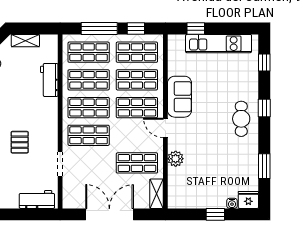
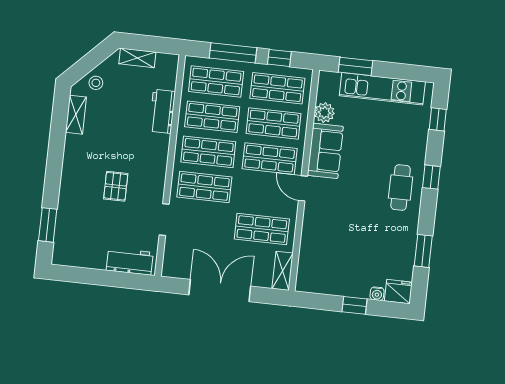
window: (196, 28) -> (355, 66), width x1.50
plant: (176, 159) -> (324, 113), moved

